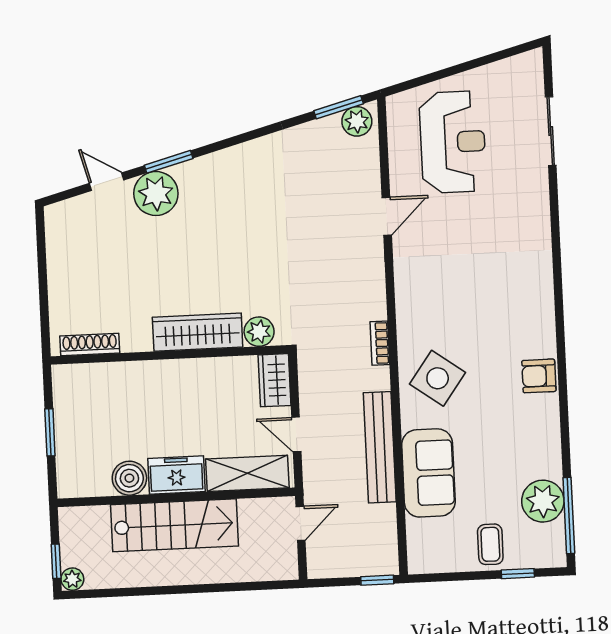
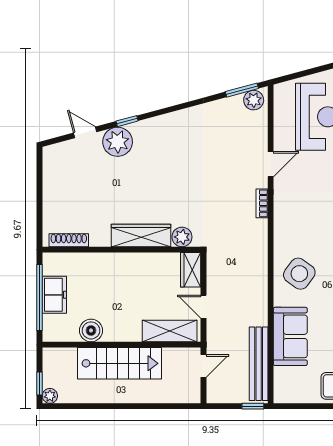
window: (169, 162) -> (127, 121), width x0.67
bookcase: (380, 343) -> (262, 203), moved
window: (50, 432) -> (40, 298), width x2.11
bench: (380, 447) -> (259, 364), moved
freezer: (176, 475) -> (54, 295), moved, turned 90

